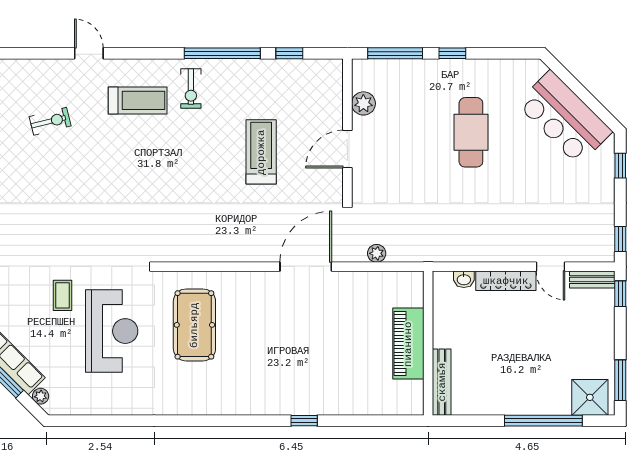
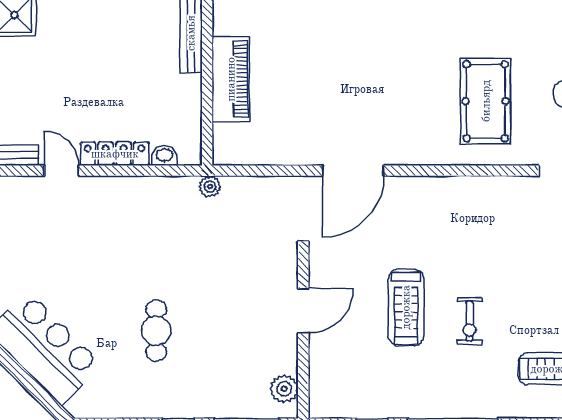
exercise bike: (191, 89) -> (470, 321), moved, turned 180
plant: (363, 103) -> (284, 389), moved
cafe table: (471, 132) -> (156, 331), width x0.73, depth x0.74
plant: (377, 253) -> (210, 187), moved

